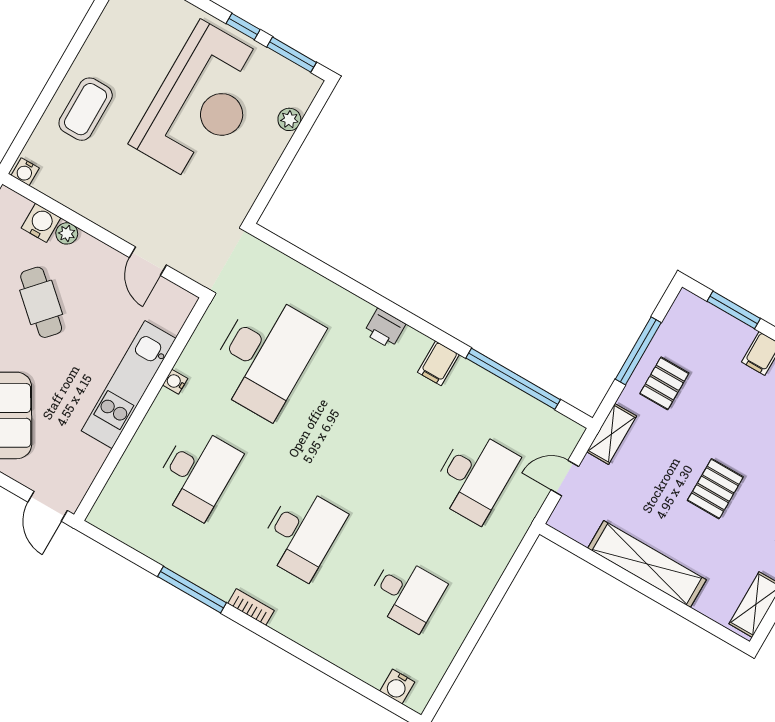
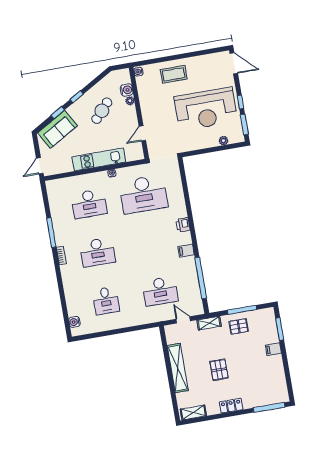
pallet: (715, 489) -> (219, 370), turned 90

